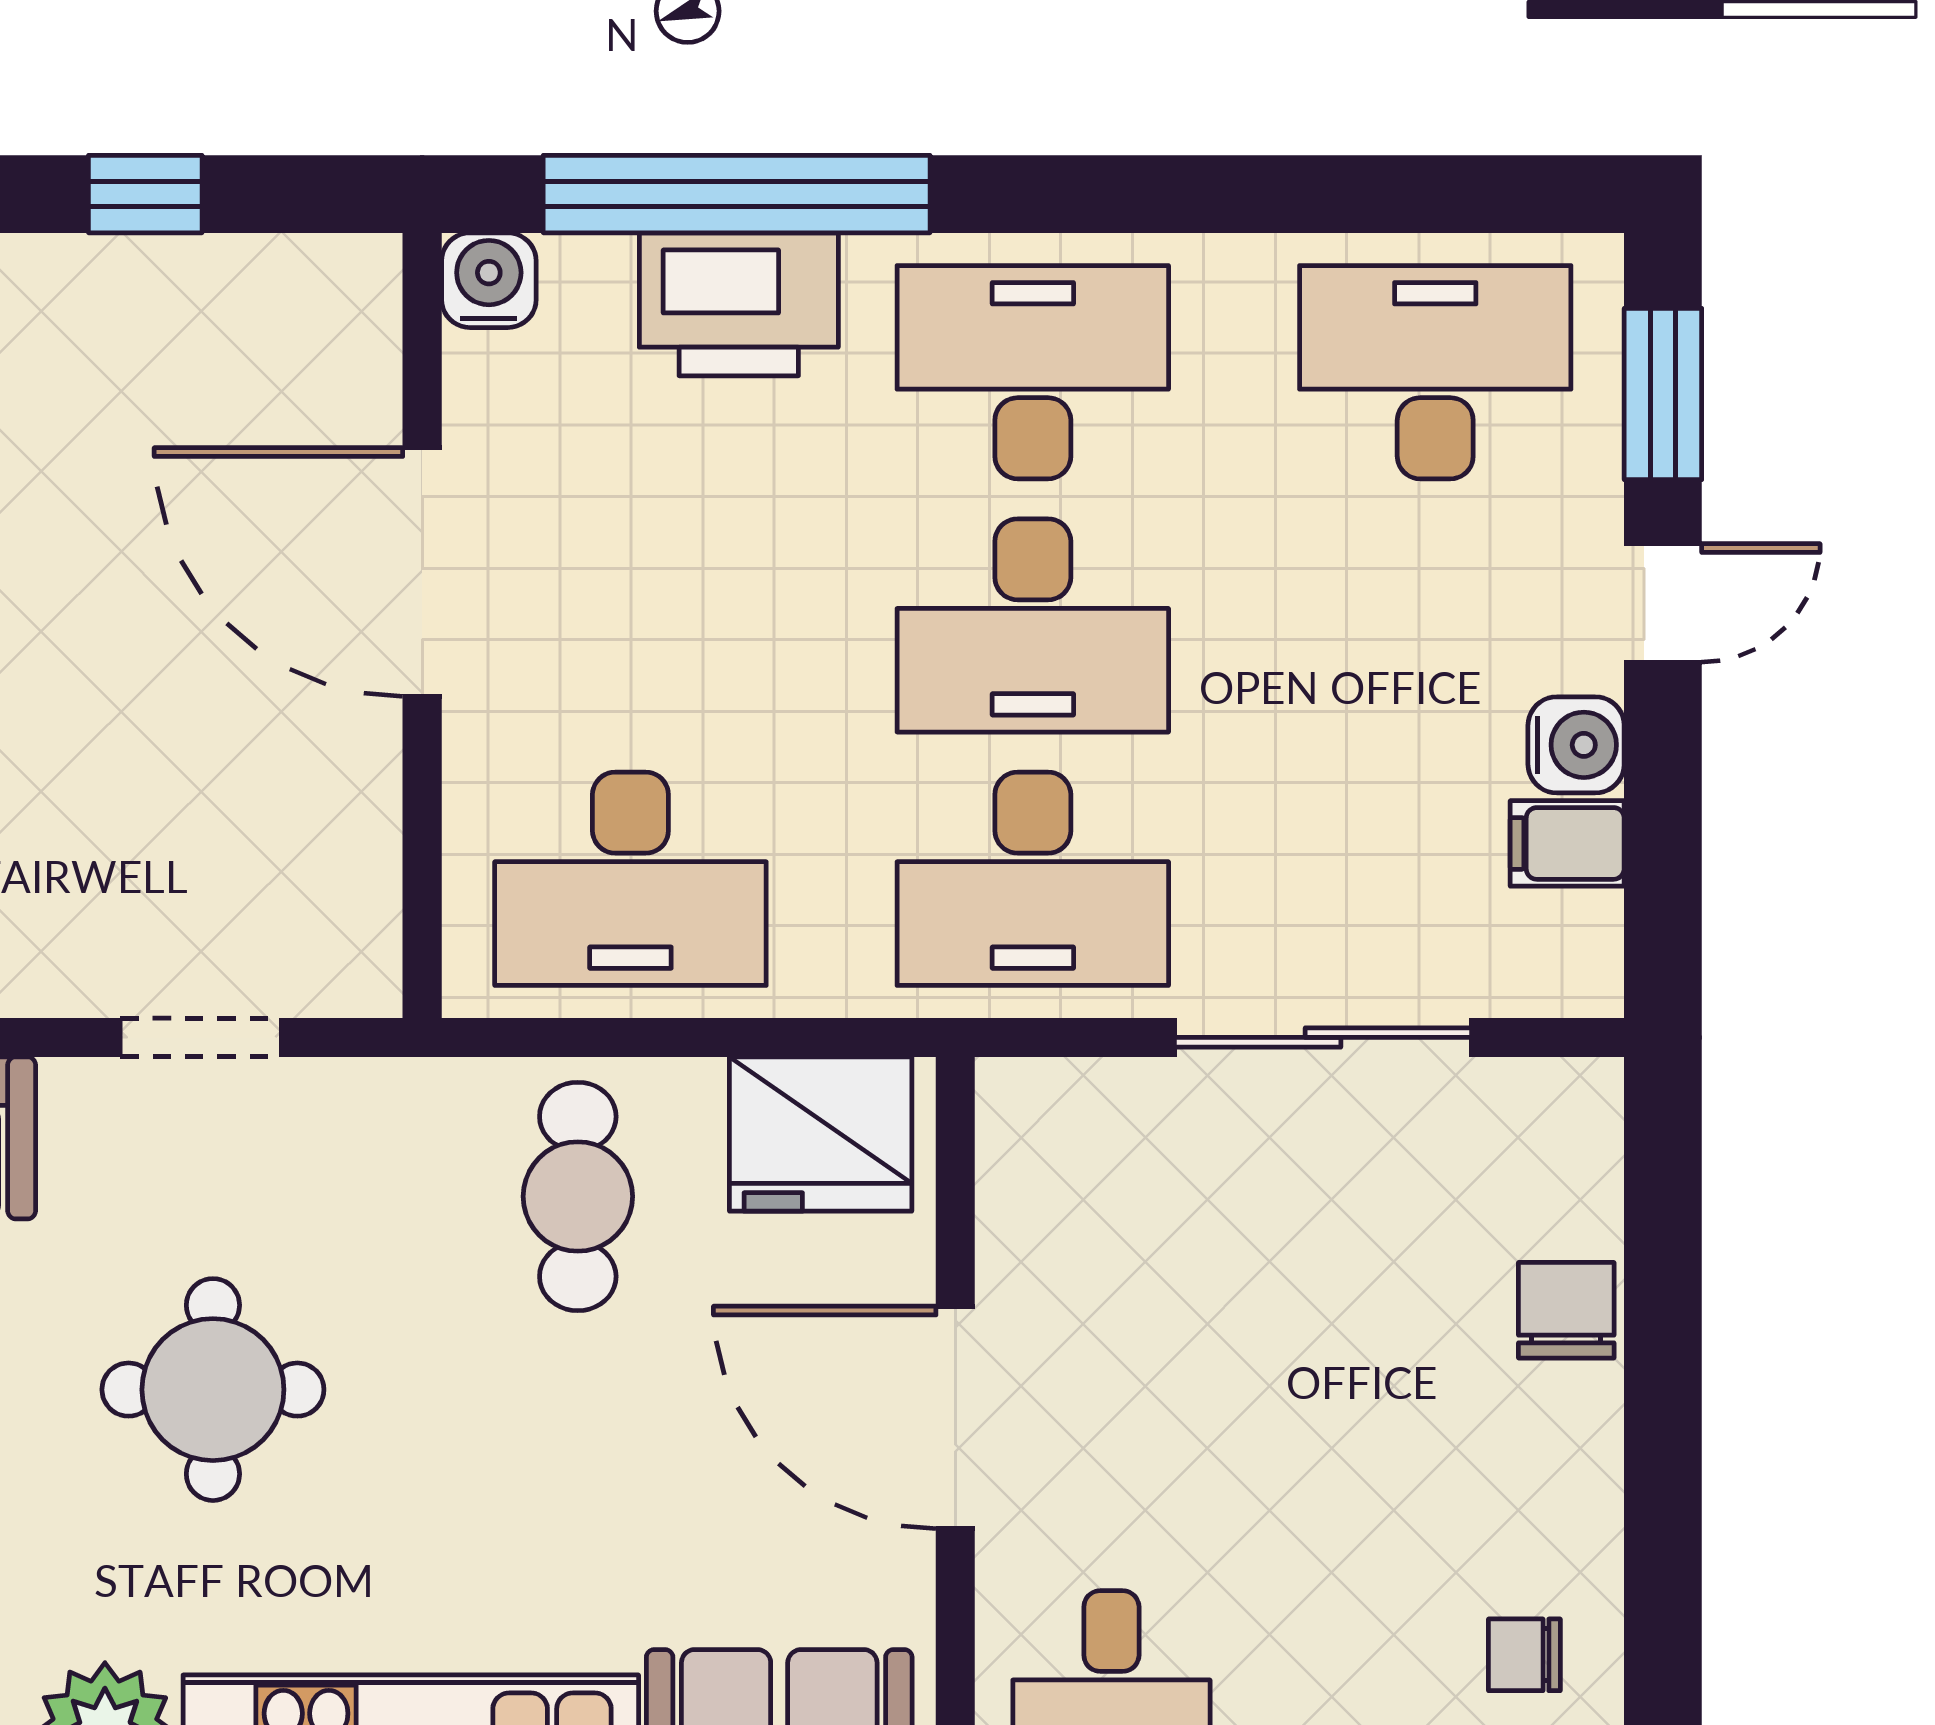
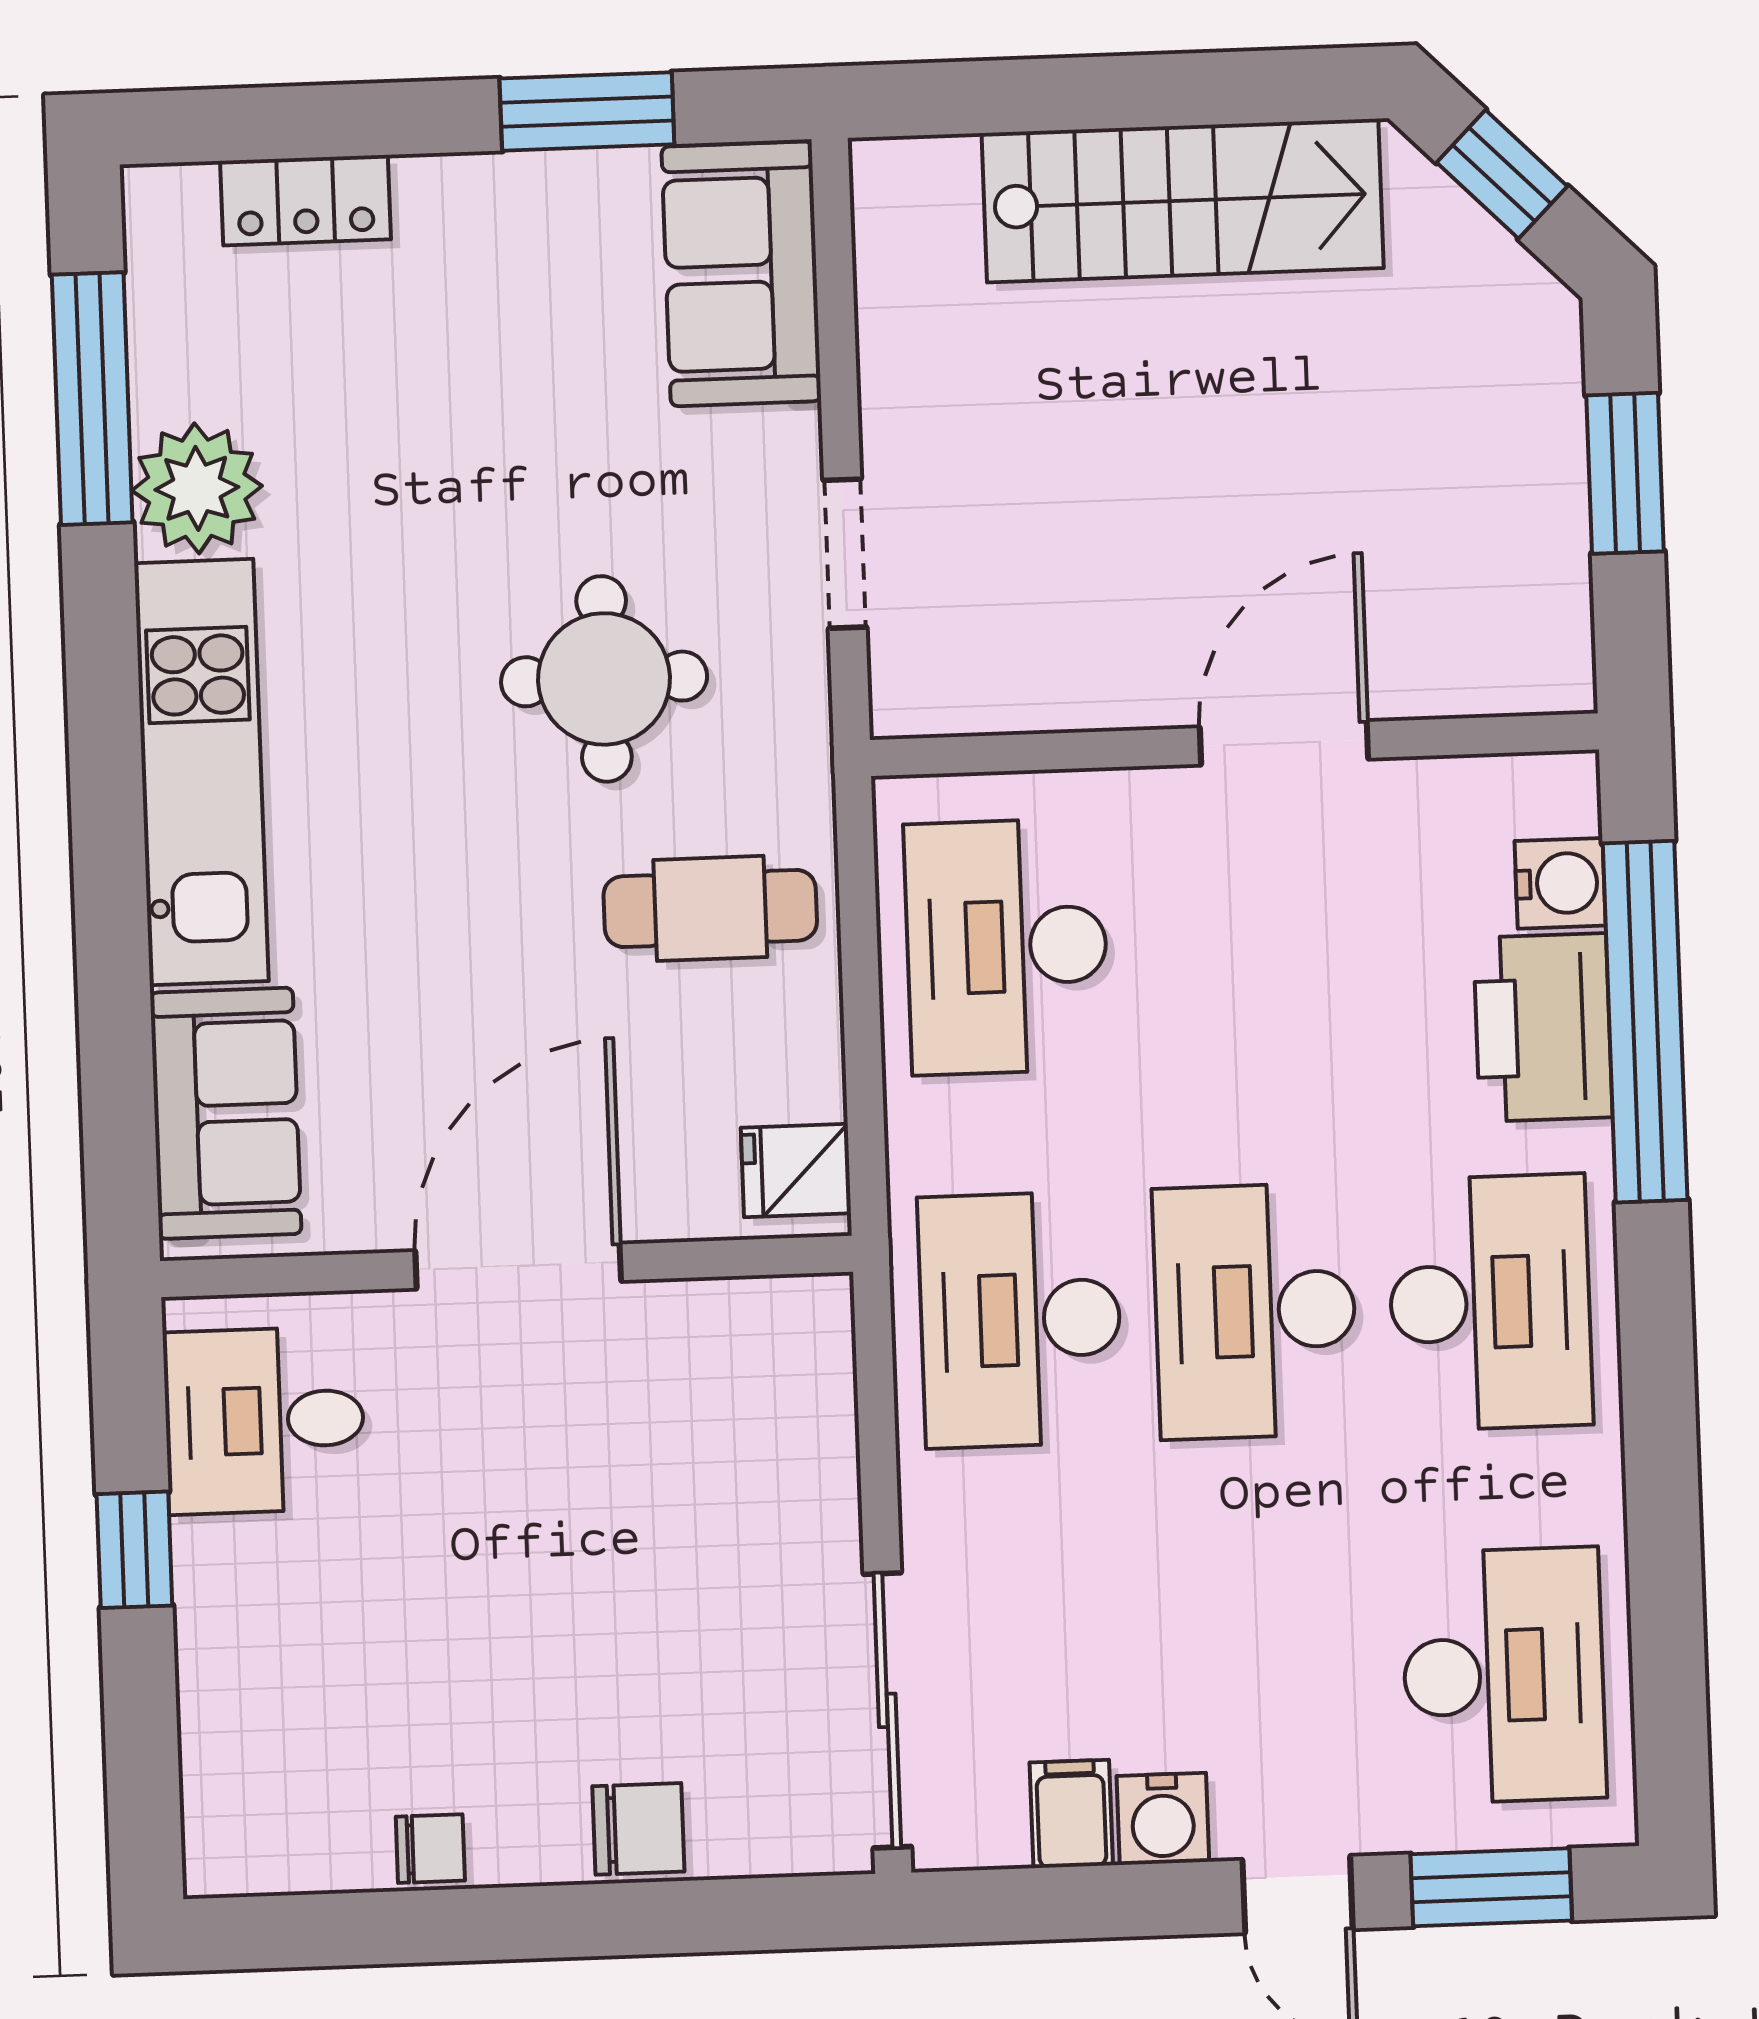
window: (145, 194) -> (1625, 473), width x1.50
water cooler: (489, 280) -> (1560, 883), moved
door: (422, 572) -> (1284, 743), width x0.73
sliding door: (1323, 1037) -> (887, 1710), moved
fridge: (821, 1134) -> (796, 1171), width x0.53, depth x0.75
round table: (213, 1390) -> (604, 679), moved
chair: (1524, 1655) -> (430, 1849), moved, turned 90

